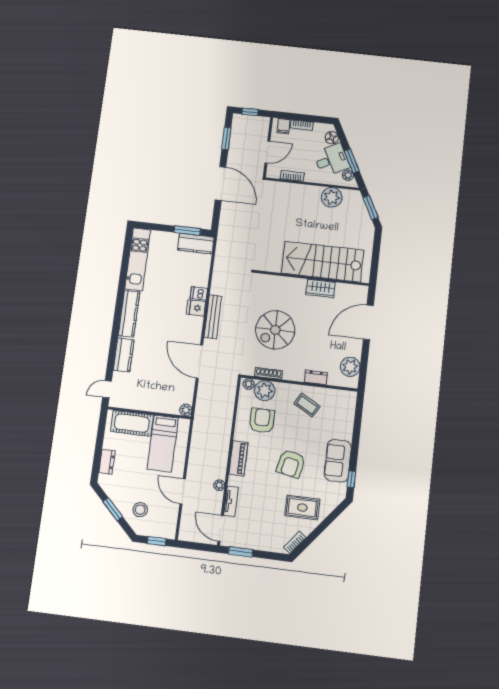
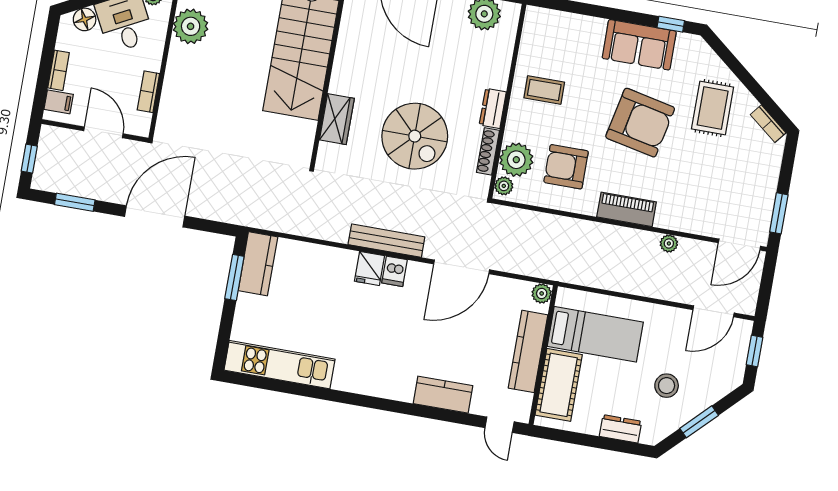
wardrobe: (320, 288) -> (337, 119), moved
dishwasher: (199, 293) -> (395, 271), moved
kitchen counter: (129, 314) -> (528, 351), moved, turned -90
dresser: (316, 377) -> (493, 108), moved
coffee table: (307, 405) -> (544, 90), turned 61
armchair: (291, 464) -> (640, 123), width x1.36, depth x1.36
door: (183, 491) -> (714, 311), moved
tv unit: (231, 501) -> (696, 225), removed
stool: (140, 510) -> (667, 386), moved

